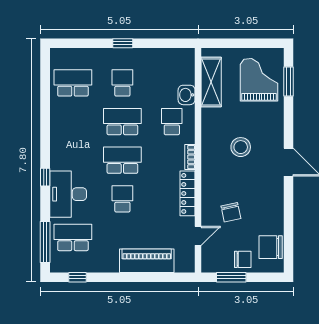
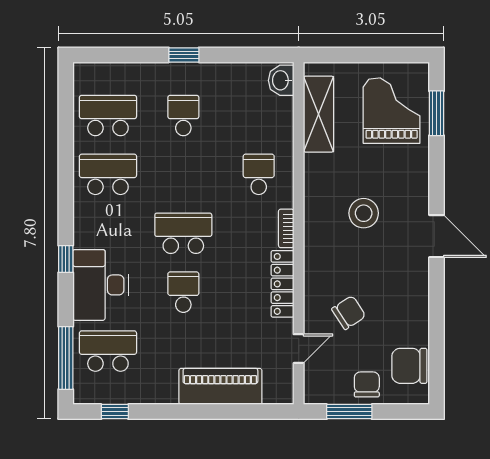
washbasin: (187, 95) -> (281, 80), moved
school desk: (122, 122) -> (108, 174), moved
chair: (231, 212) -> (349, 313), turned -111
chair: (243, 259) -> (367, 384), turned -90

